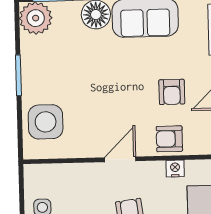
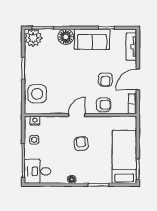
armchair: (169, 139) -> (103, 105), turned 180
nightstand: (175, 169) -> (35, 121), moved

